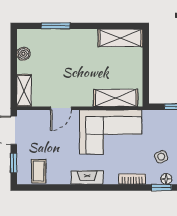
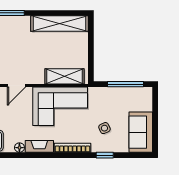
shelving: (120, 38) -> (60, 24), width x1.47
bookcase: (132, 179) -> (72, 148), width x1.56
floor lamp: (166, 179) -> (19, 148), moved

